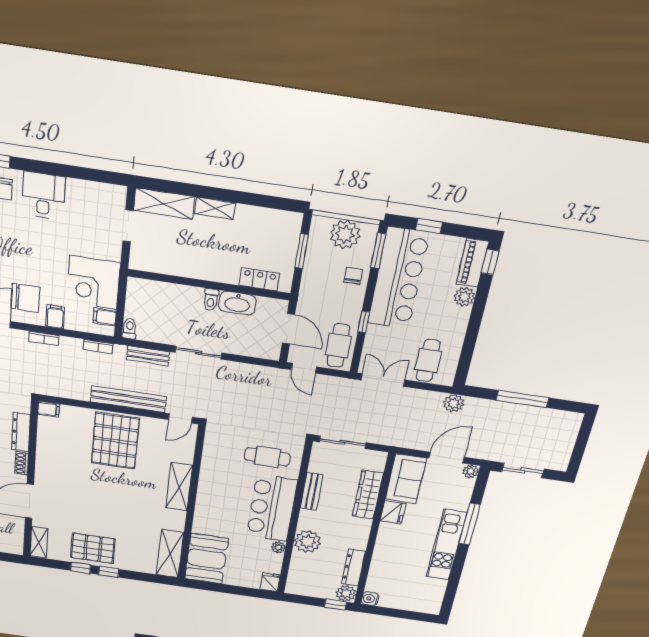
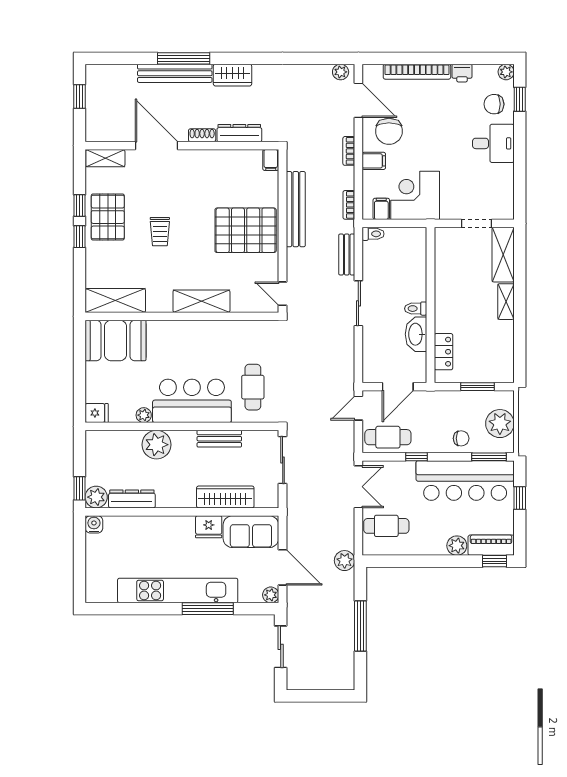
bench: (128, 399) -> (296, 209), moved
trolley: (110, 510) -> (160, 232), added
kitchen unit: (446, 545) -> (178, 590), width x1.36

